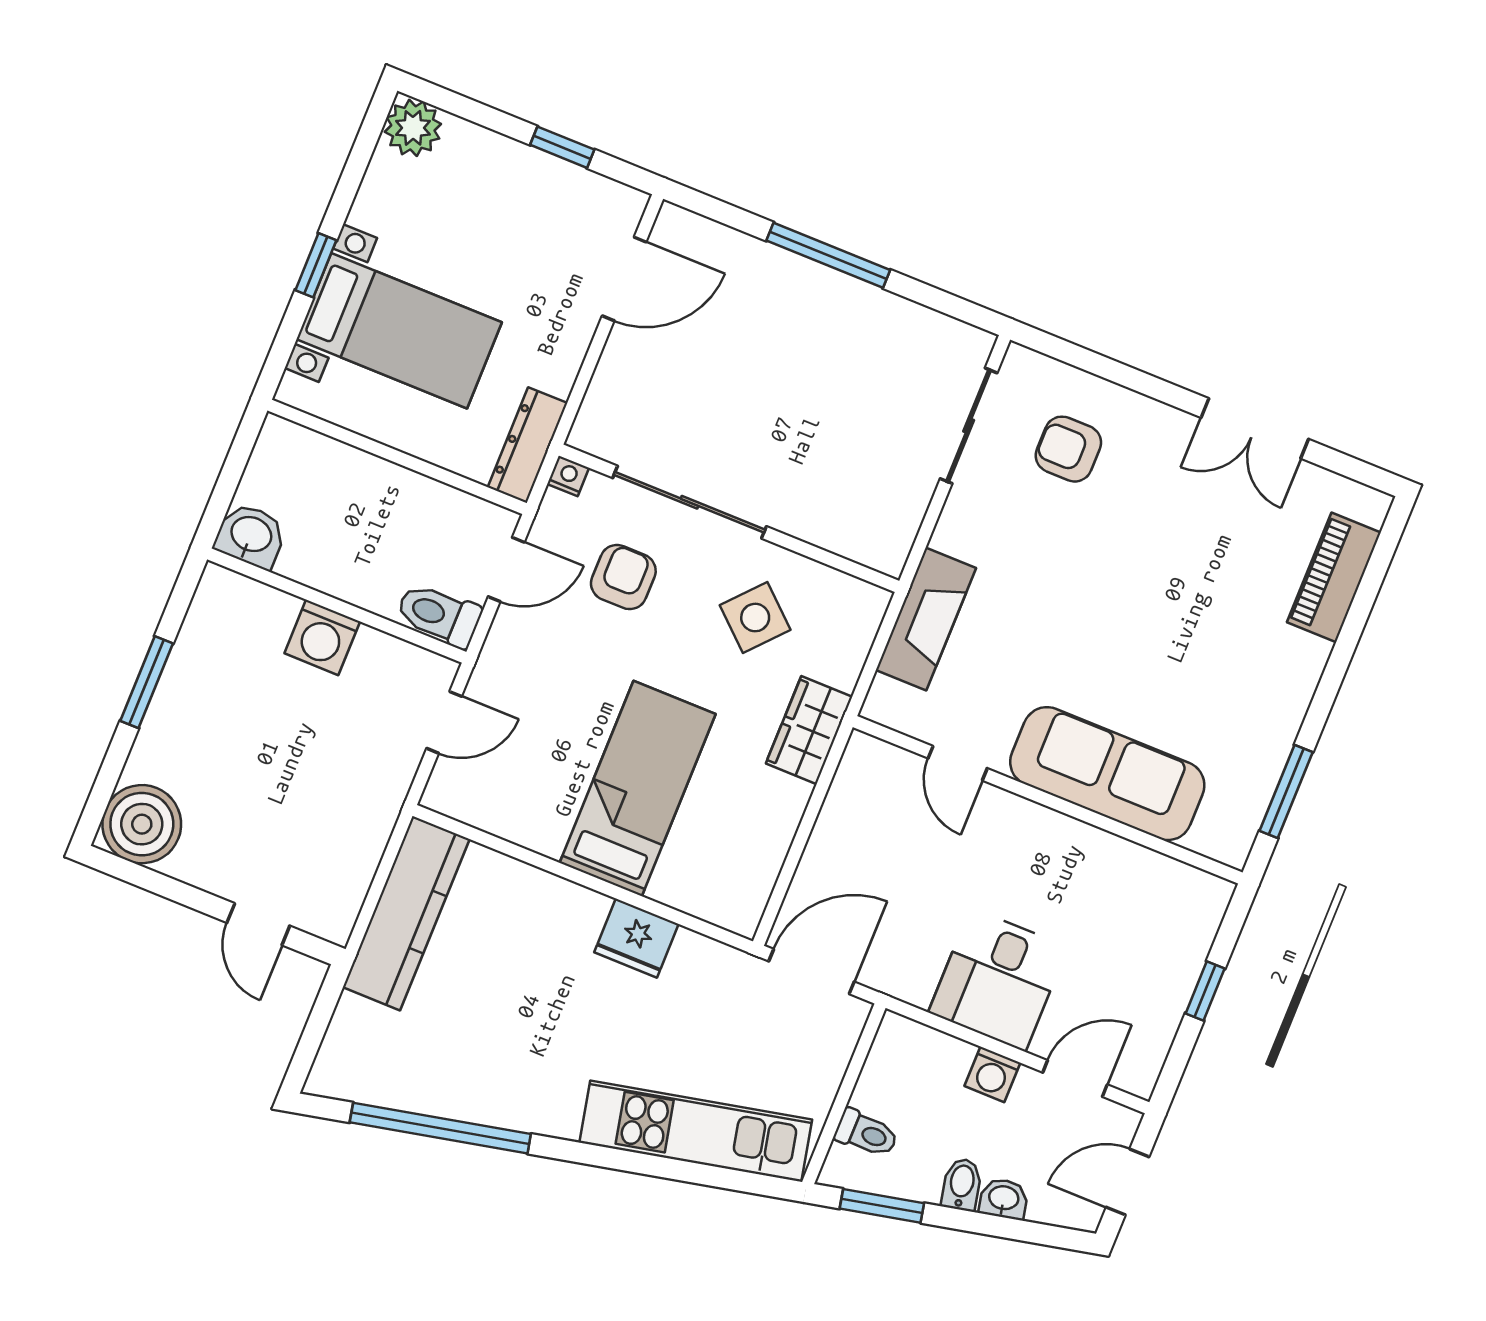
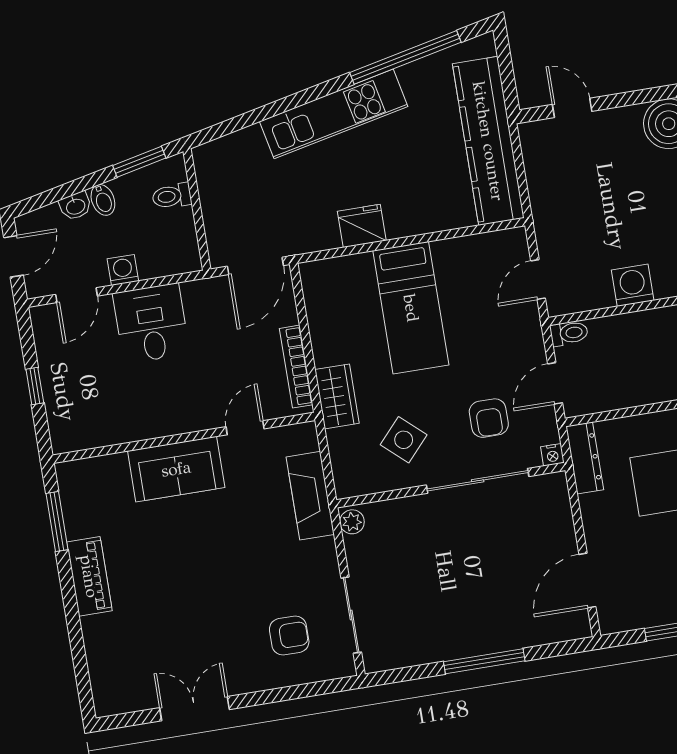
plant: (891, 550) -> (352, 522), added
piano: (1334, 577) -> (89, 576), moved
toilet: (439, 615) -> (569, 333), width x0.73, depth x0.72
door: (958, 763) -> (245, 428), hinge flipped
sofa: (1107, 774) -> (176, 469), width x0.73
bookcase: (839, 803) -> (296, 367), added
kitchen counter: (406, 913) -> (488, 141), width x1.39, depth x1.17
kitchen unit: (696, 1131) -> (334, 114), moved

